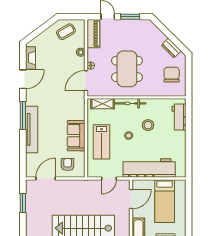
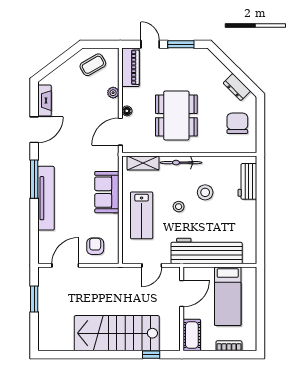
sofa: (76, 136) -> (107, 192), moved

